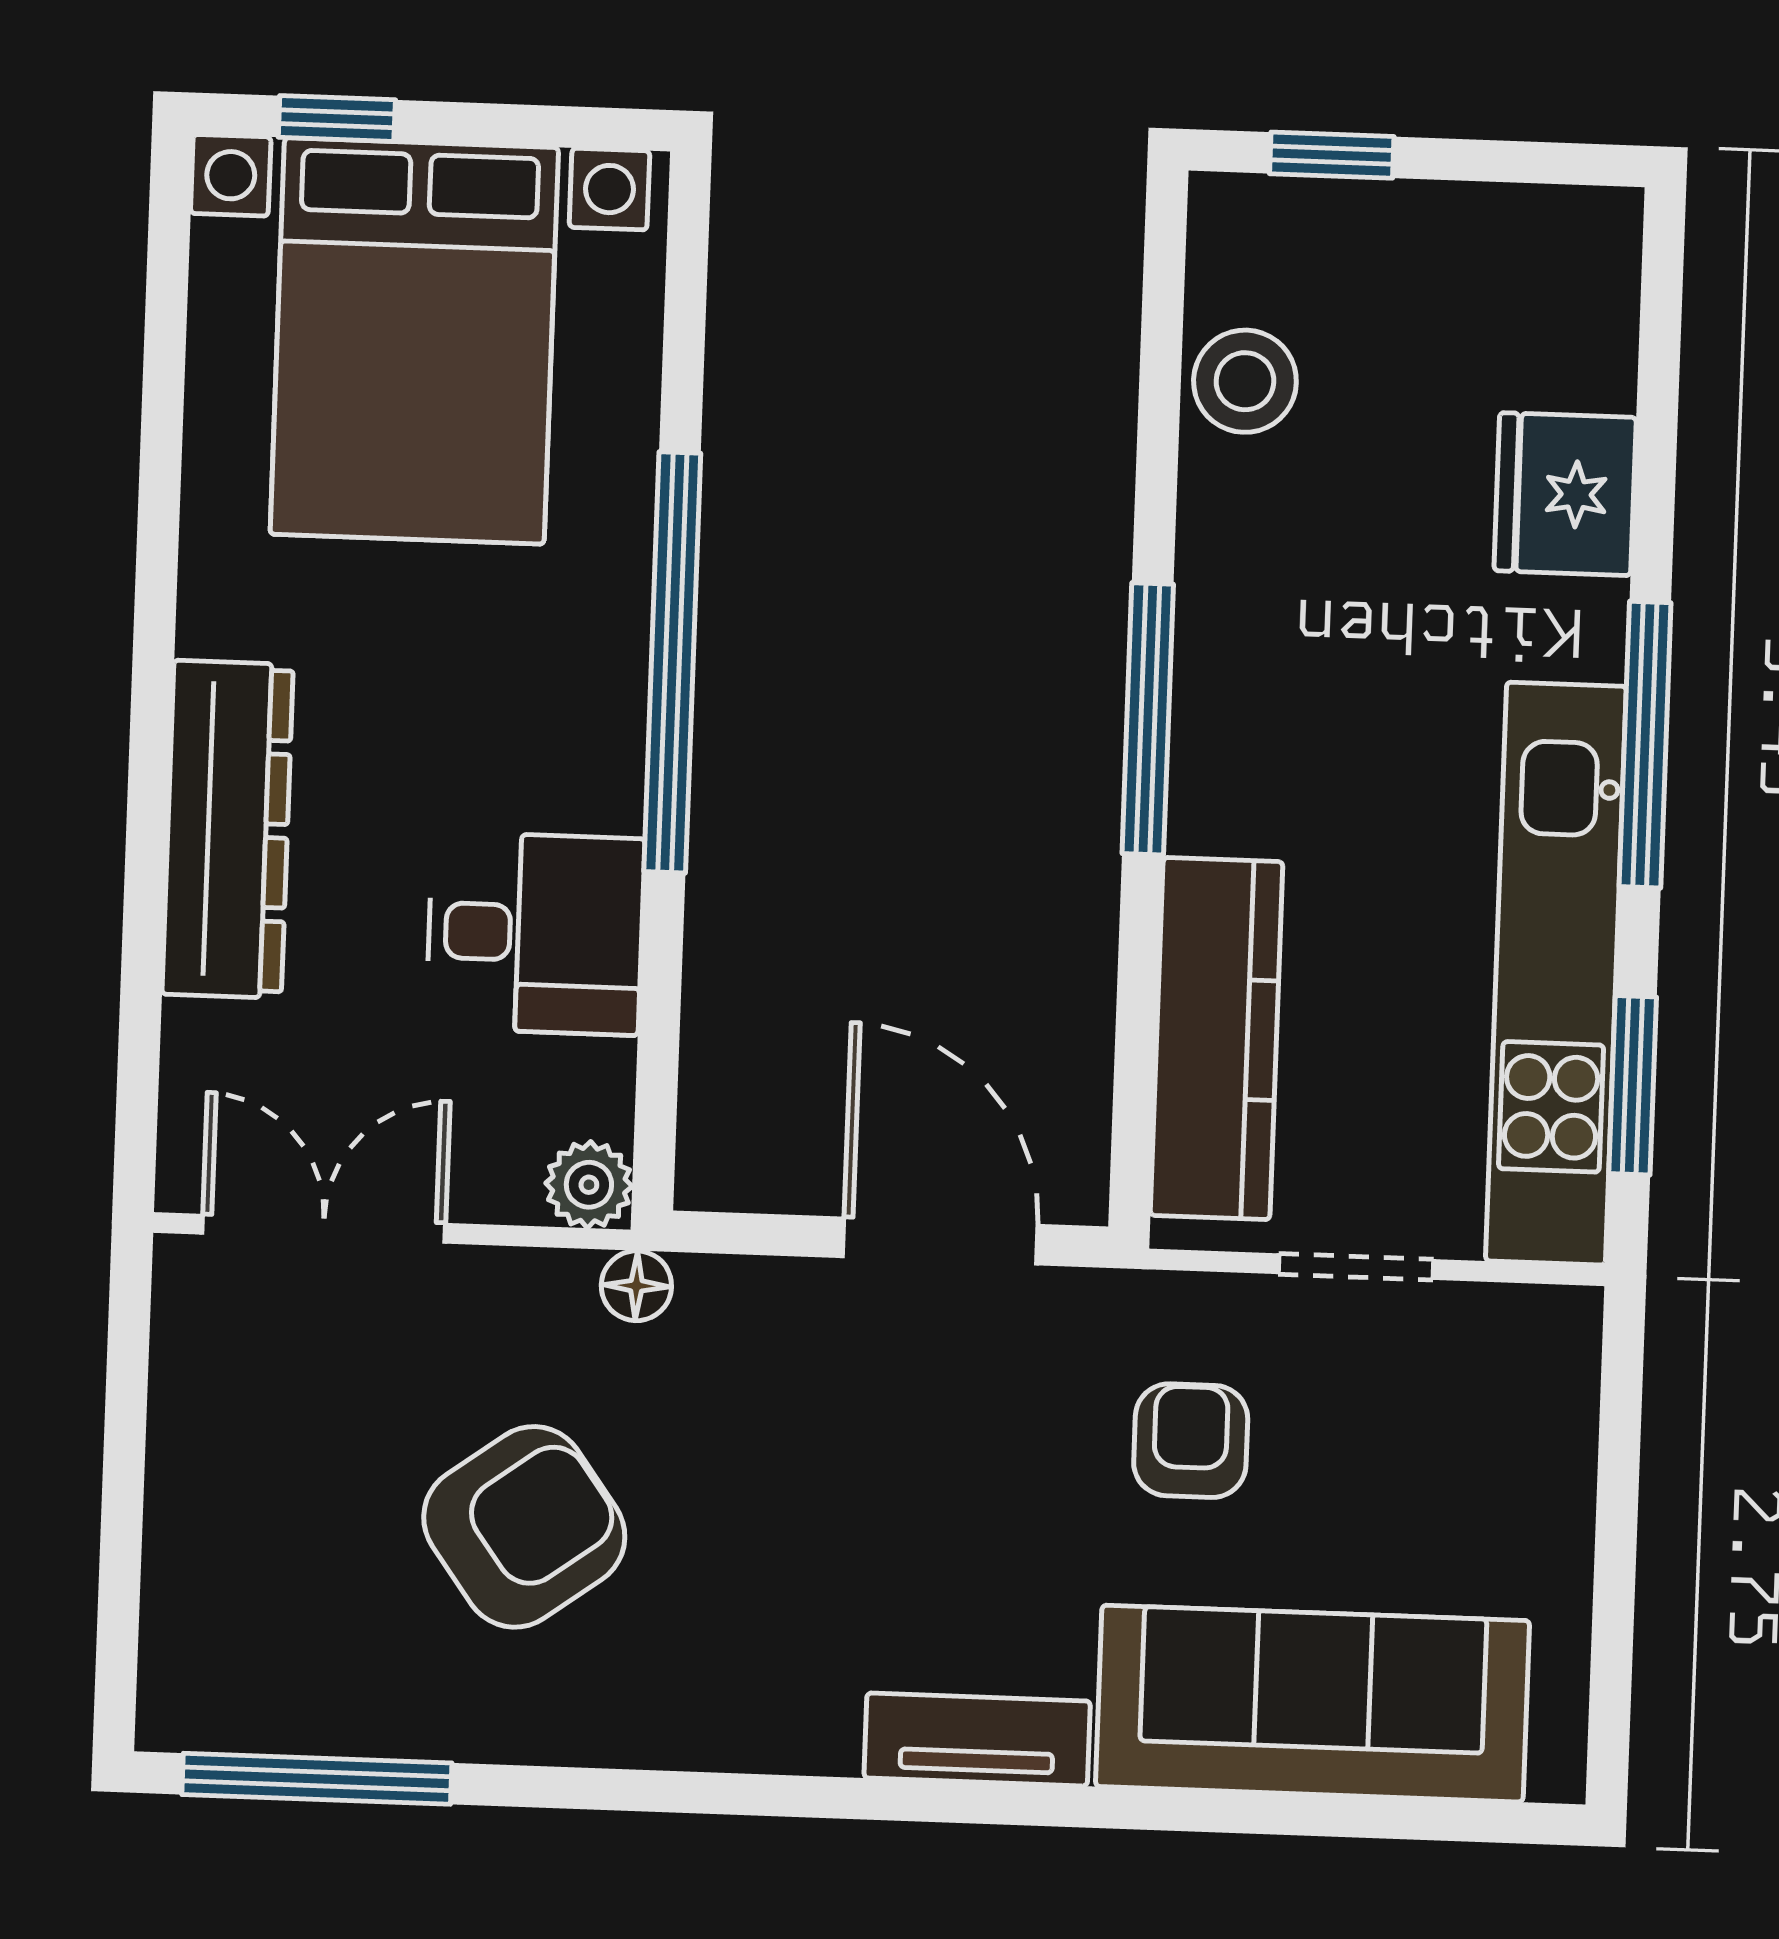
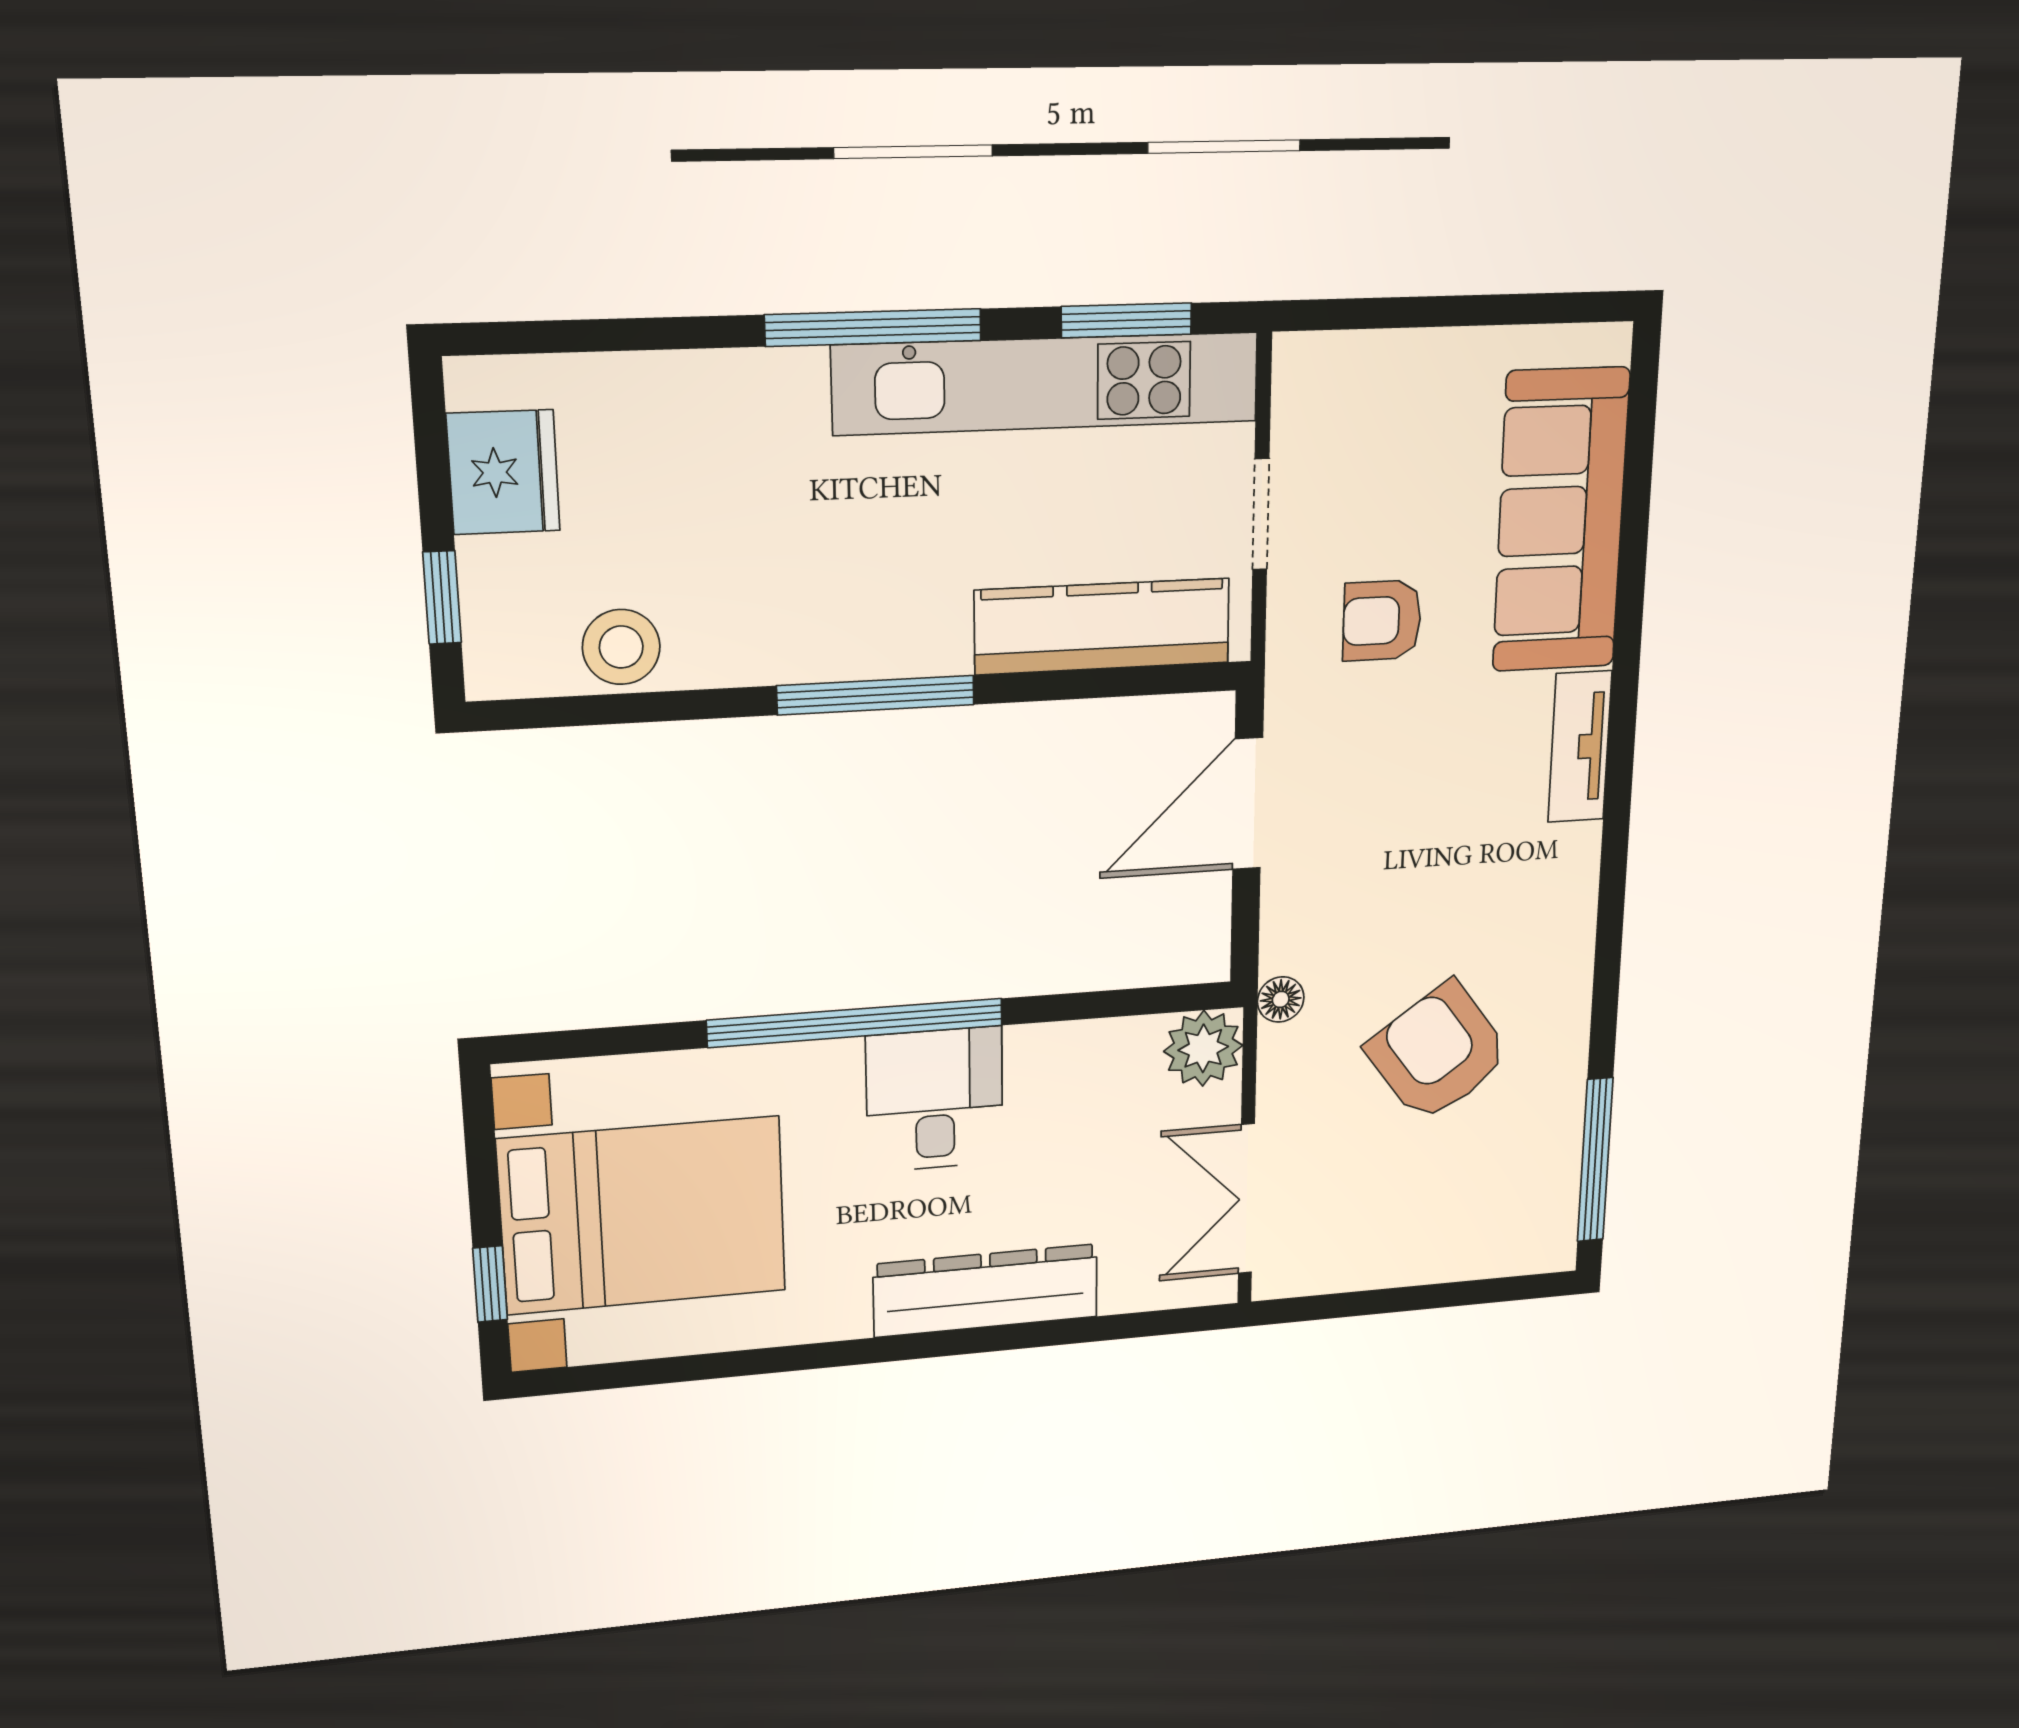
fridge: (1565, 494) -> (503, 472), moved, turned -90
desk: (535, 933) -> (935, 1099), moved
plant: (589, 1185) -> (1203, 1048), width x1.38, depth x1.38

